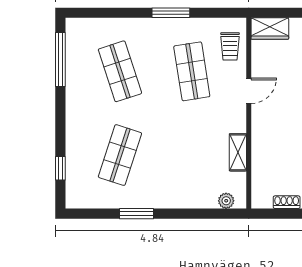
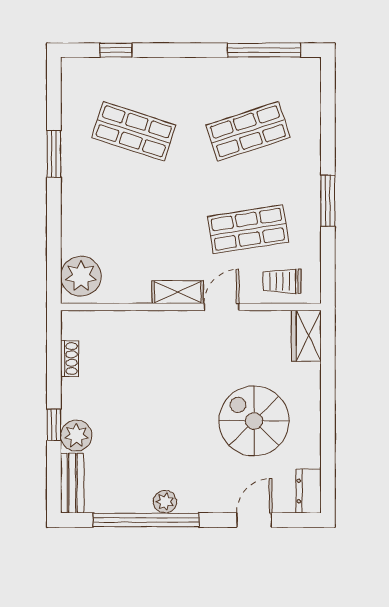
door: (249, 91) -> (221, 307), swing flipped
shelving: (238, 152) -> (178, 292), moved
plant: (226, 201) -> (81, 276), width x1.88, depth x1.88

